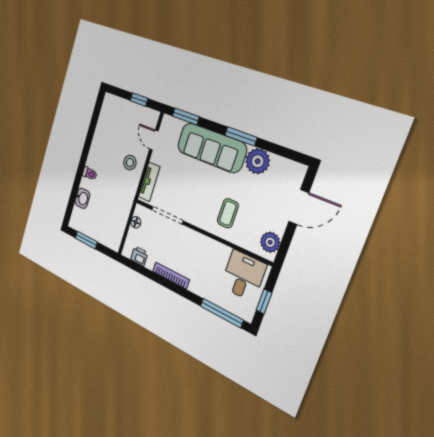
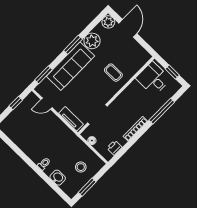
stool: (130, 163) -> (81, 167), moved
plant: (270, 242) -> (108, 22), moved
window: (222, 313) -> (162, 111), moved

